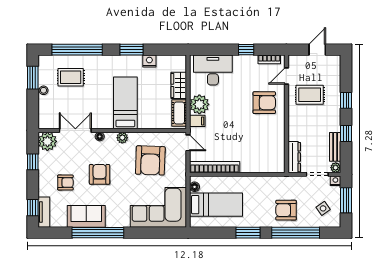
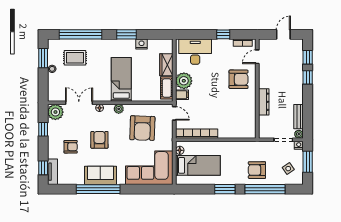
rug: (310, 95) -> (277, 73), removed
window: (346, 134) -> (308, 57), moved
dresser: (294, 157) -> (264, 102), moved
sofa: (86, 216) -> (100, 175), moved

